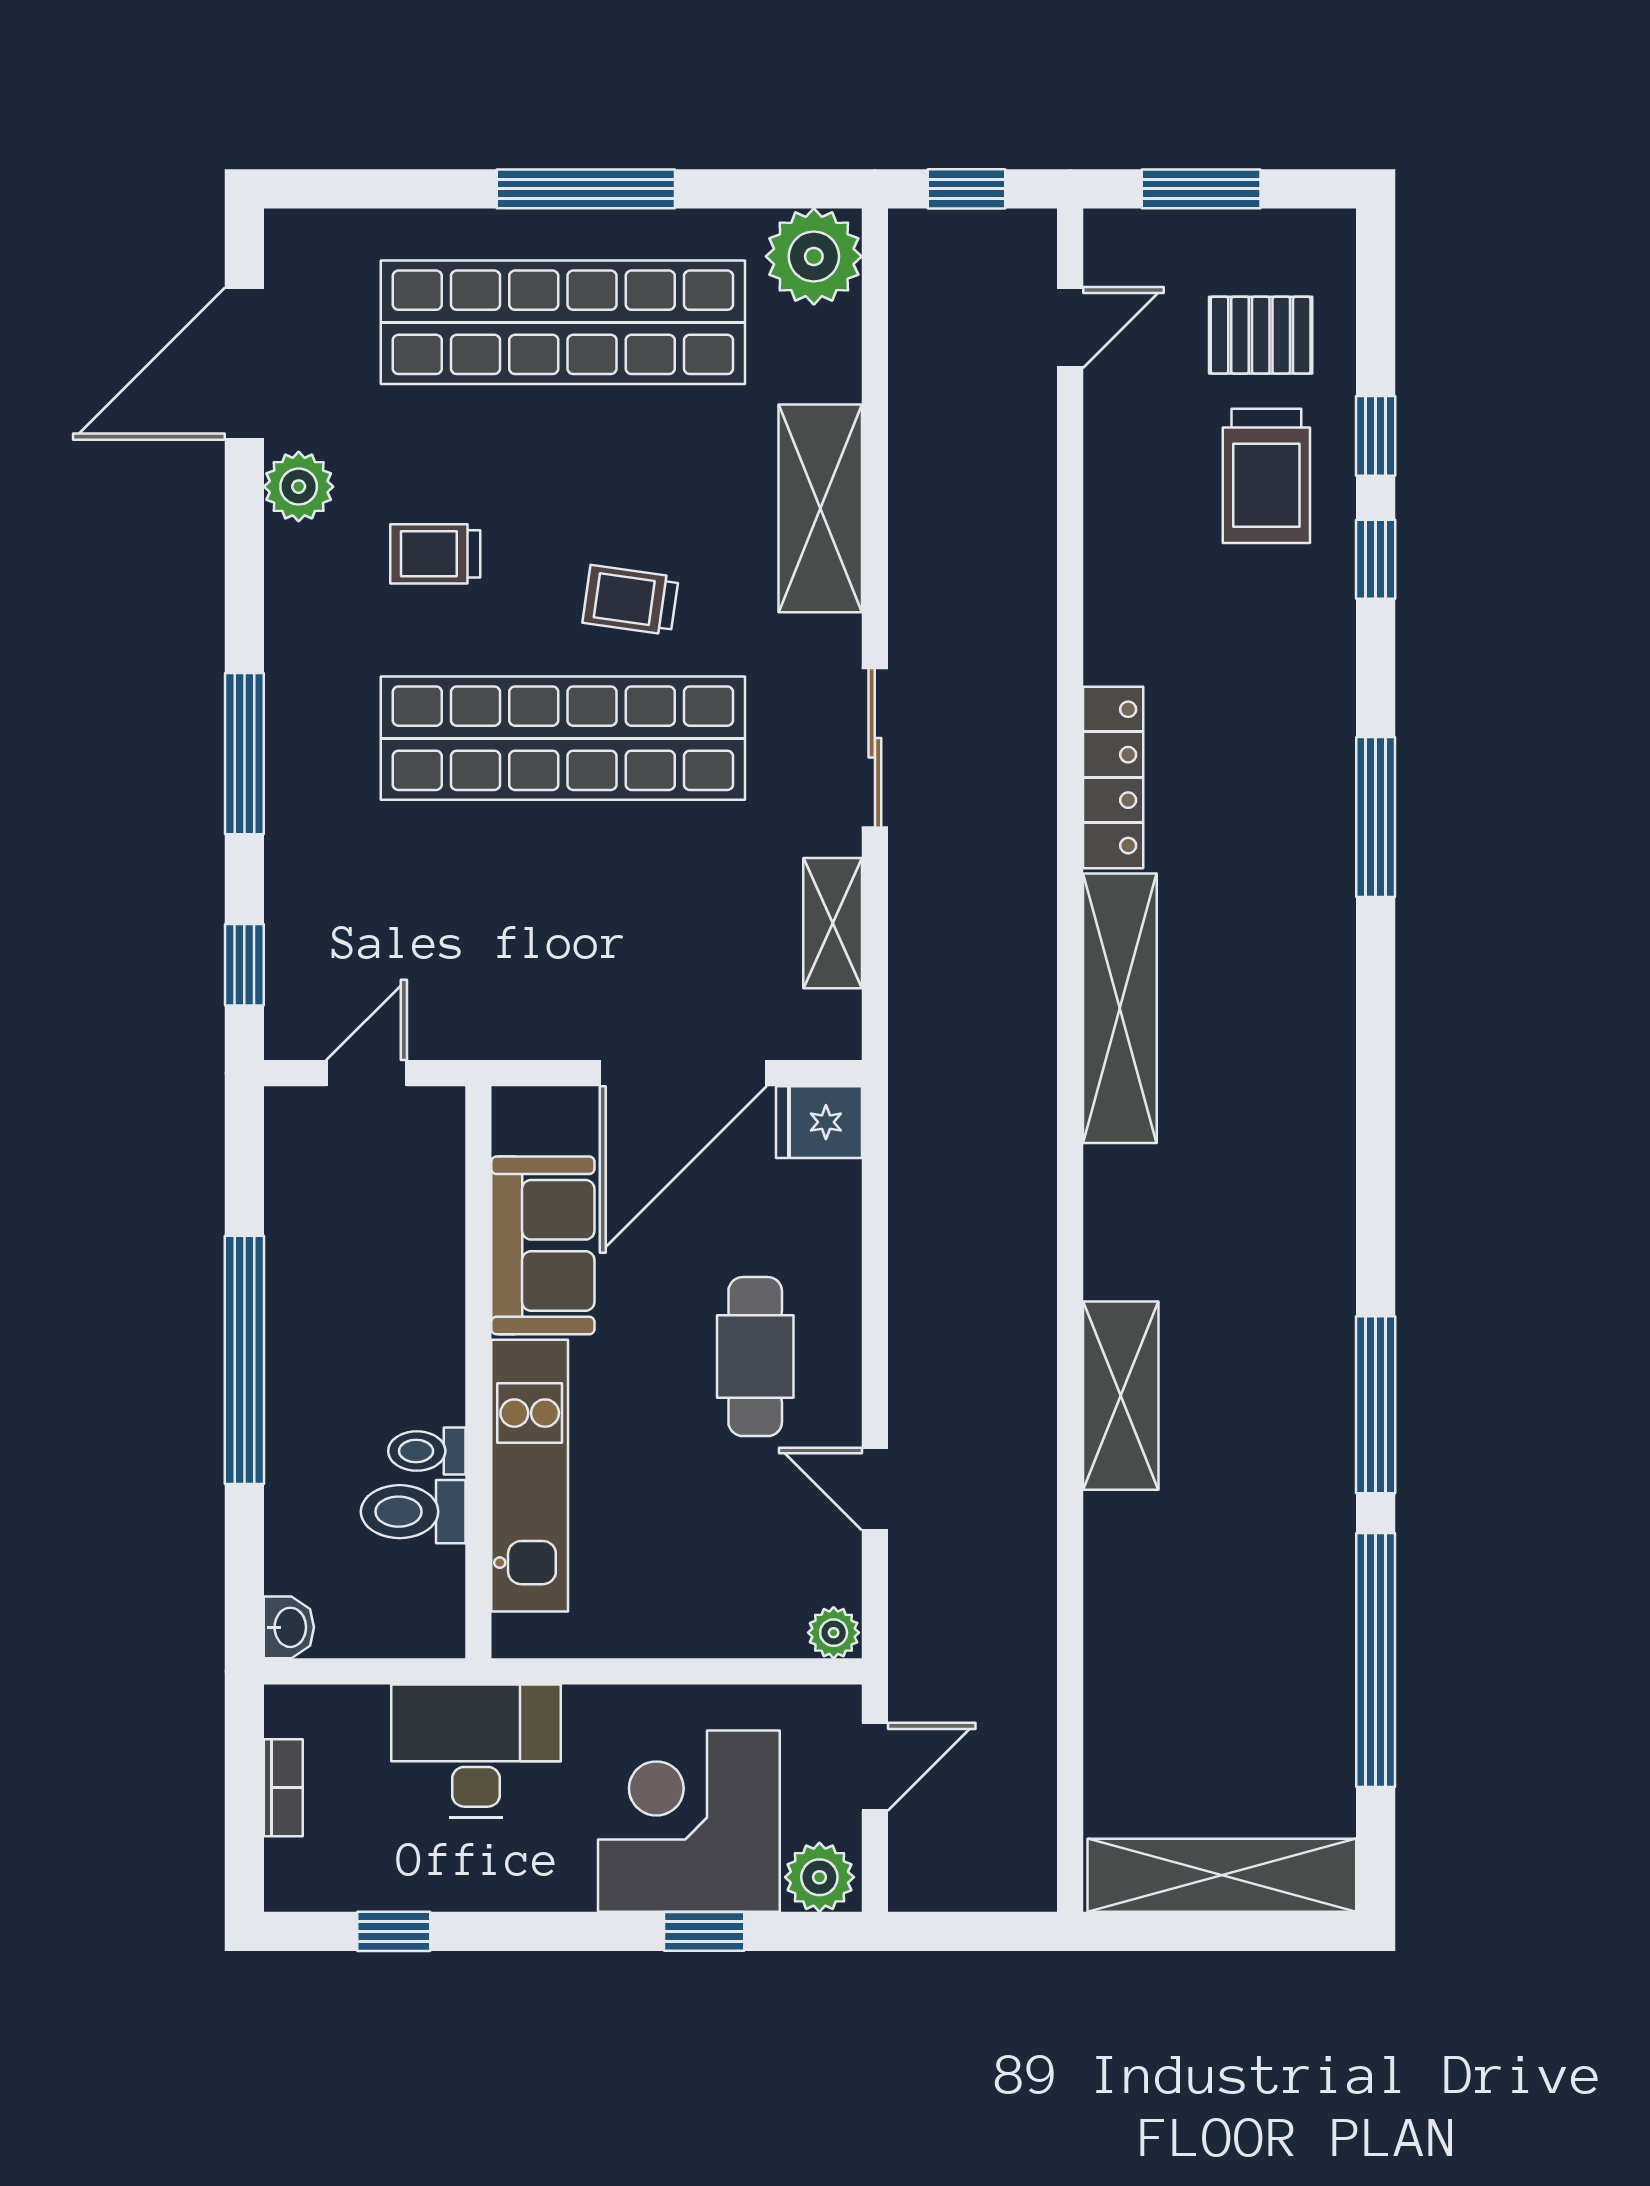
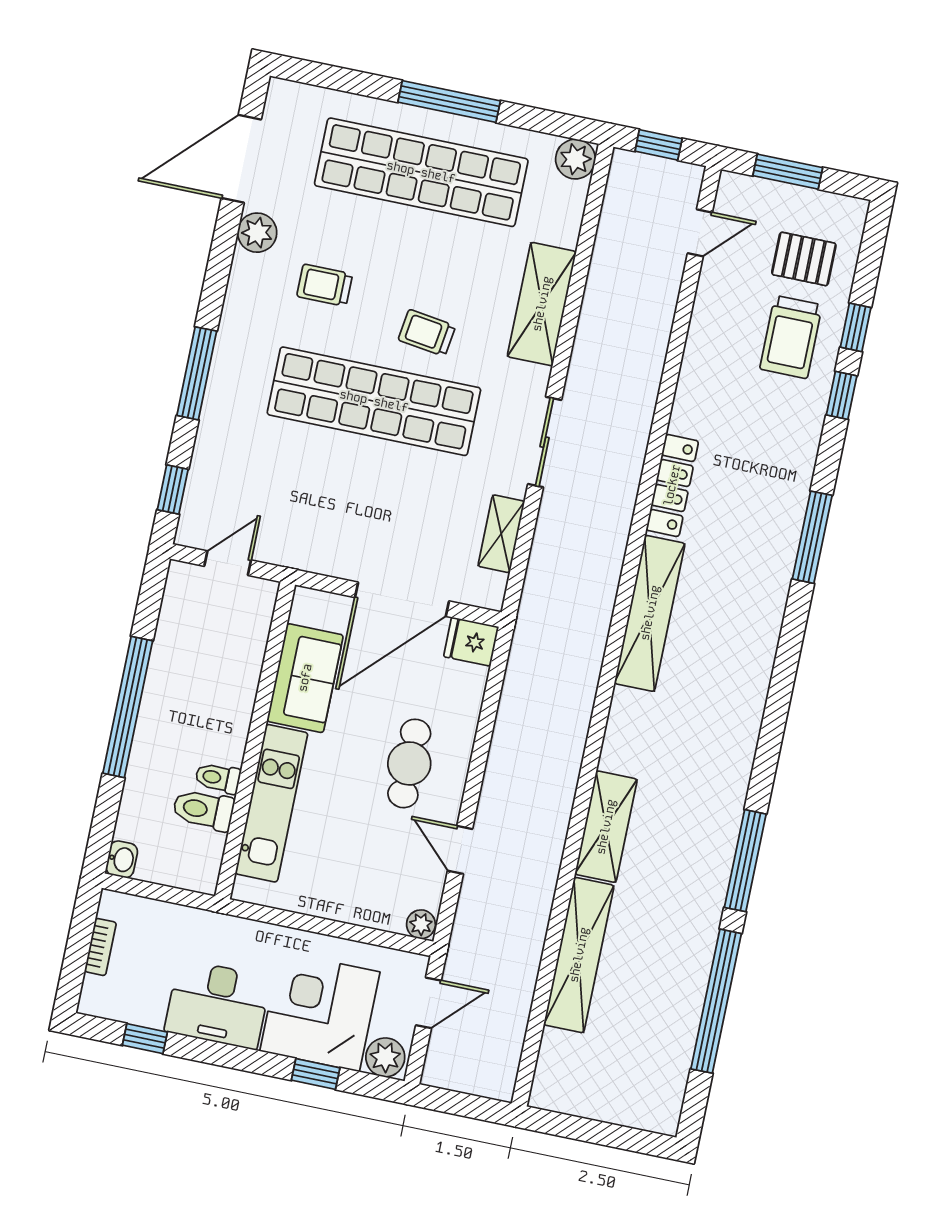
plant: (814, 256) -> (575, 159), width x0.73, depth x0.73
desk: (476, 1751) -> (218, 1004), moved, turned 180
shelving: (1222, 1875) -> (579, 955), moved, turned 90

